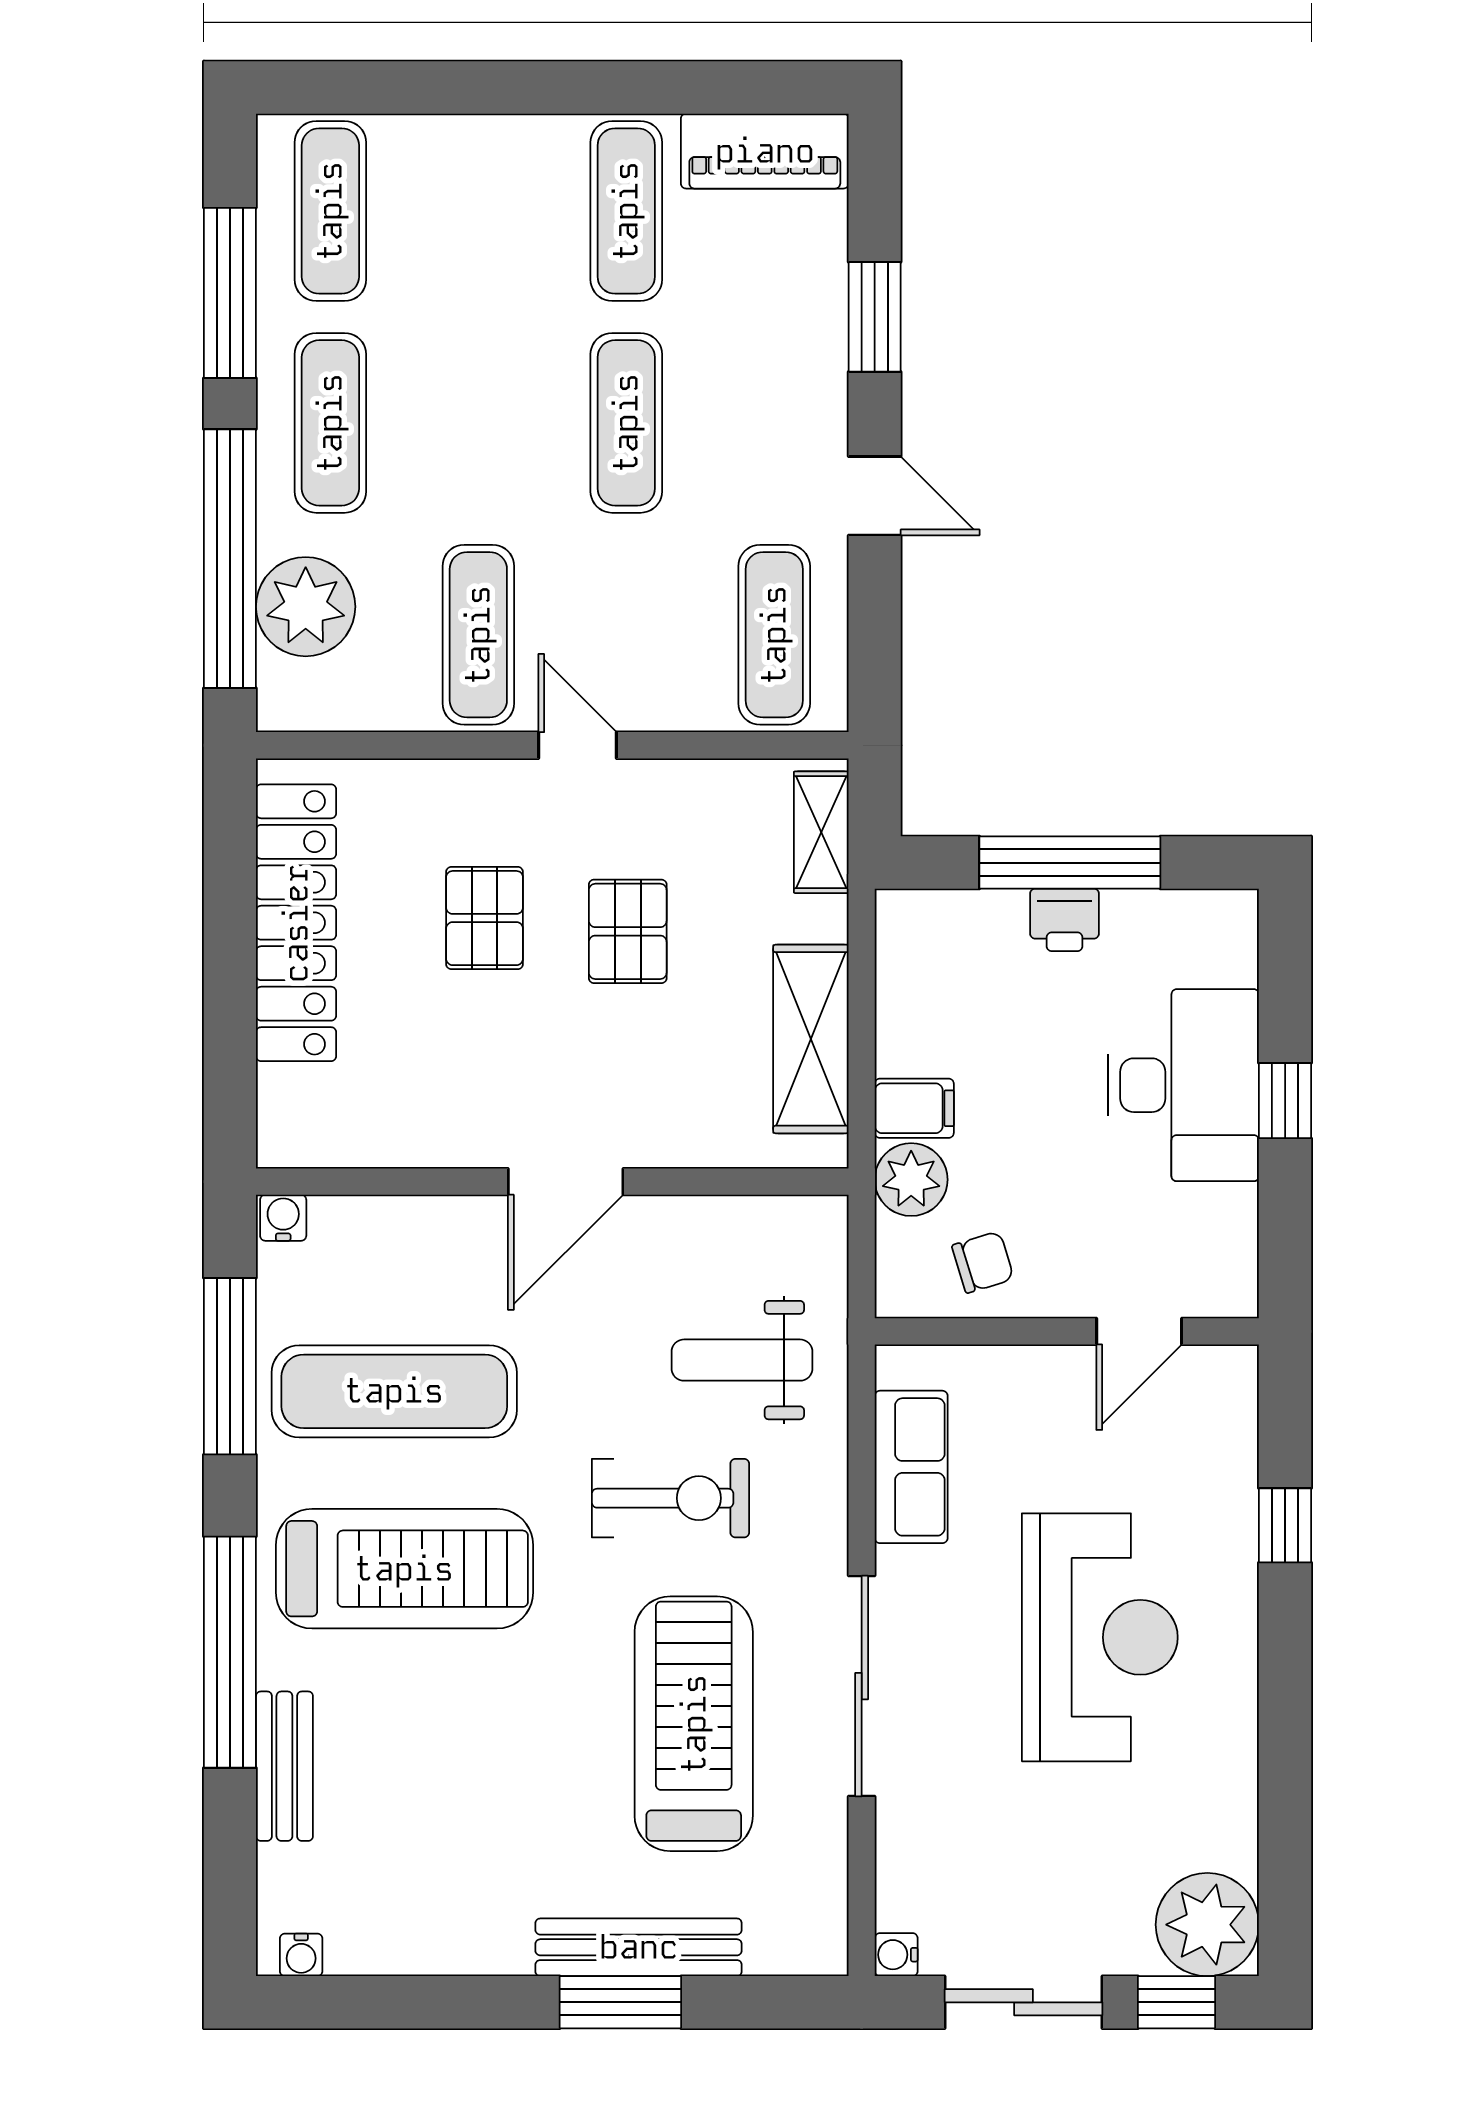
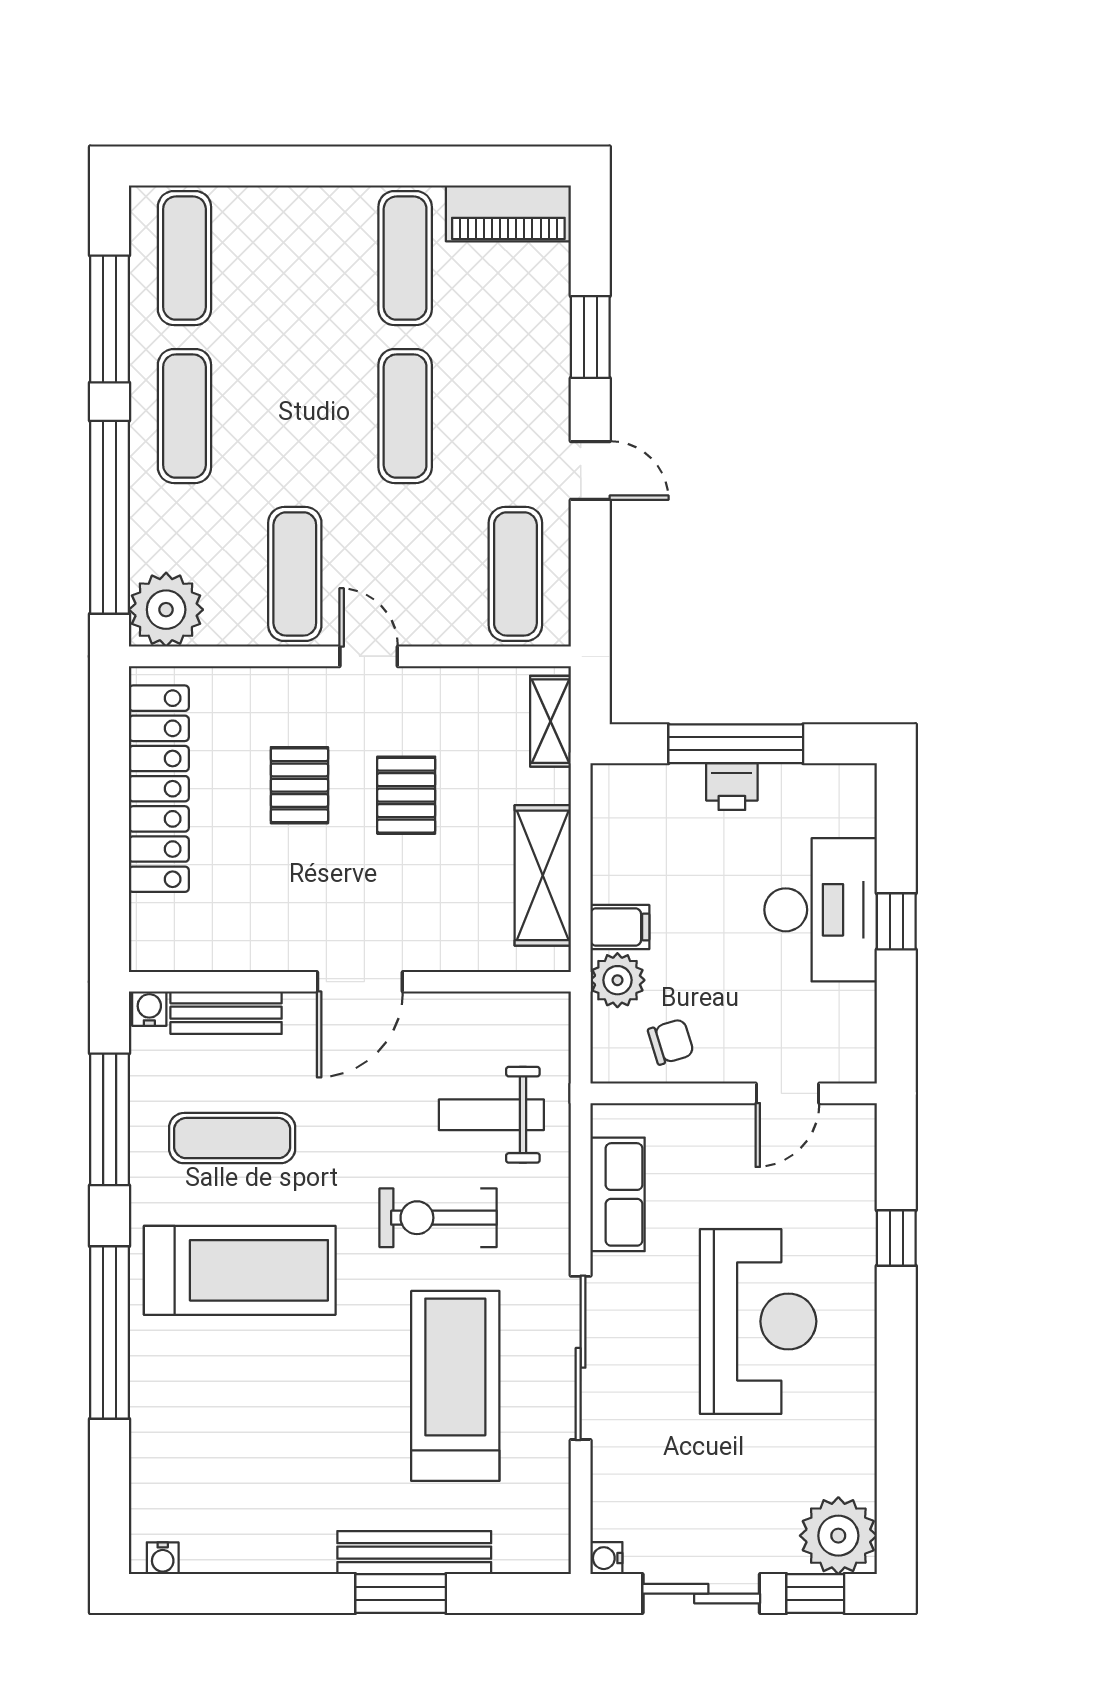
plant: (306, 607) -> (166, 610), moved
exercise mat: (394, 1391) -> (232, 1138), width x0.73, depth x0.69
exercise bike: (670, 1498) -> (438, 1218), turned 180
bench: (284, 1766) -> (226, 1013), moved, turned 90

